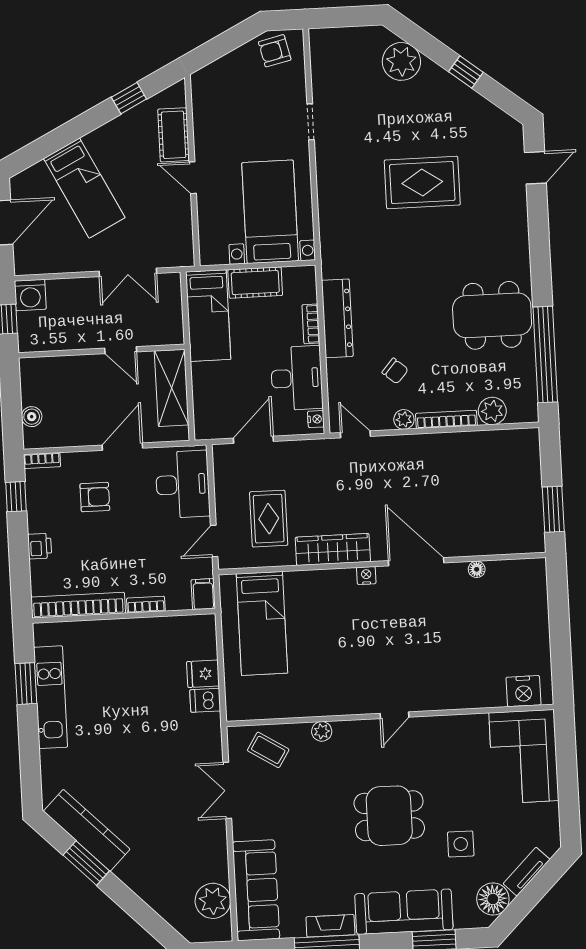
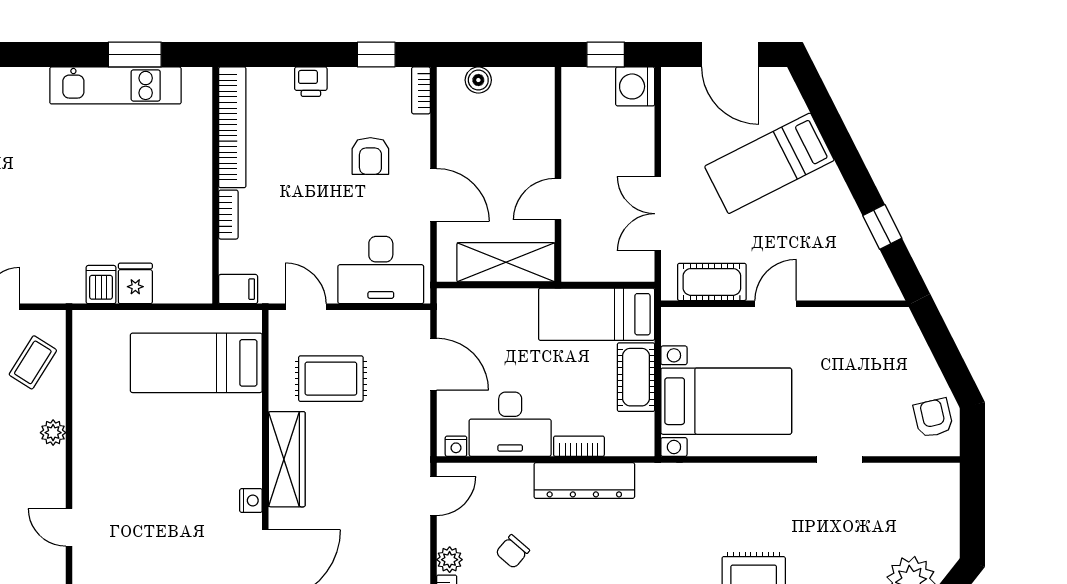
cot: (174, 135) -> (712, 282), moved

